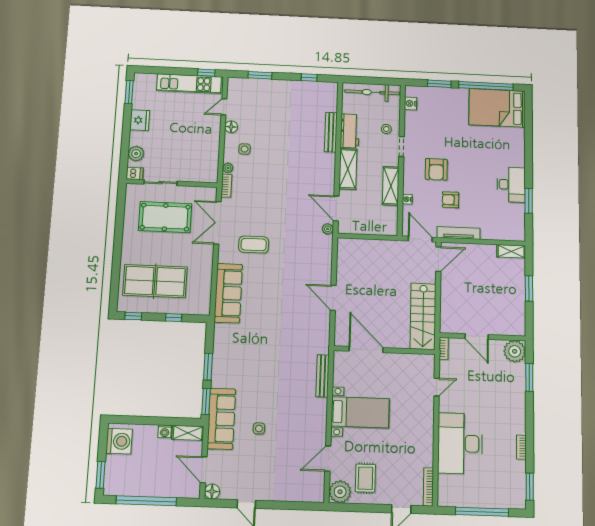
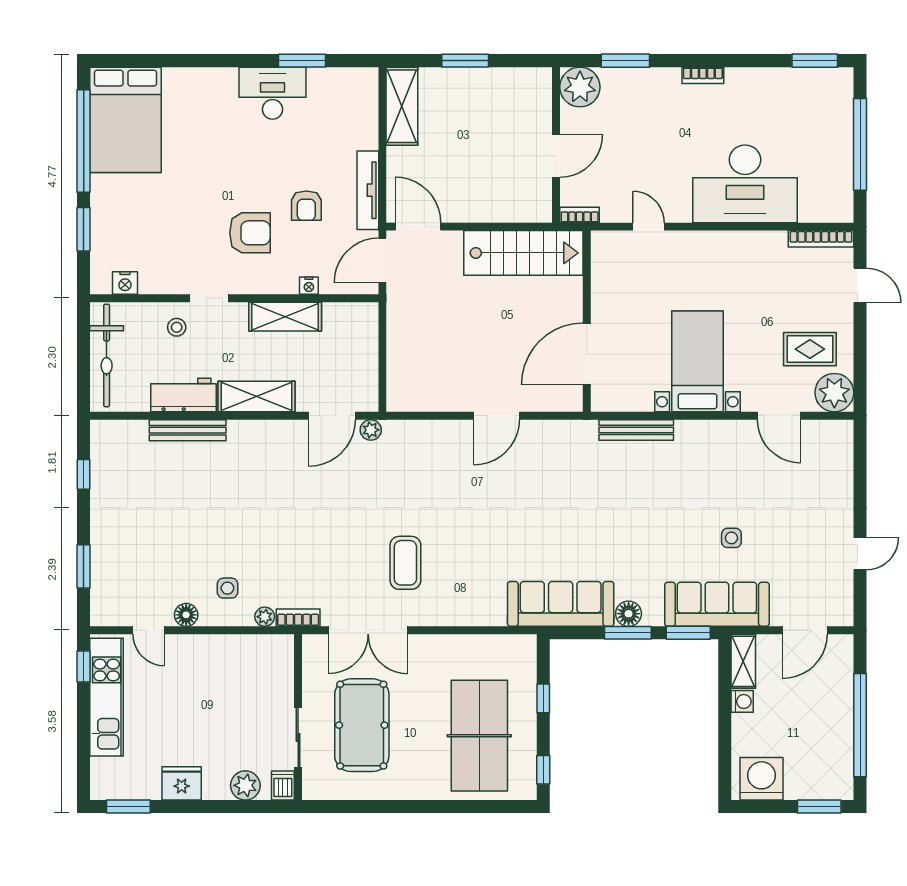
shelving: (511, 251) -> (402, 106), width x1.50, depth x1.33
sofa: (228, 293) -> (561, 604), moved
bookcase: (521, 447) -> (703, 75), moved
floor lamp: (212, 491) -> (629, 614), moved

